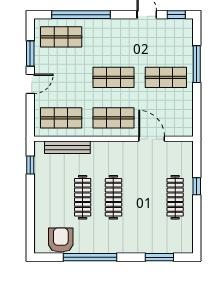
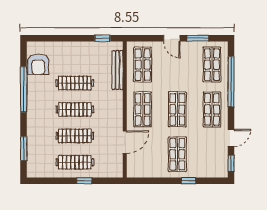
shop shelf: (113, 37) -> (212, 109), added
window: (197, 64) -> (189, 181), width x0.46
clothes rail: (144, 197) -> (75, 136), added
armchair: (61, 240) -> (38, 64), turned 90

